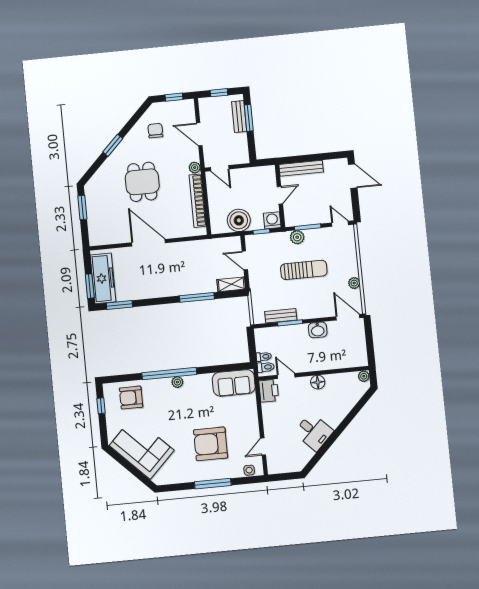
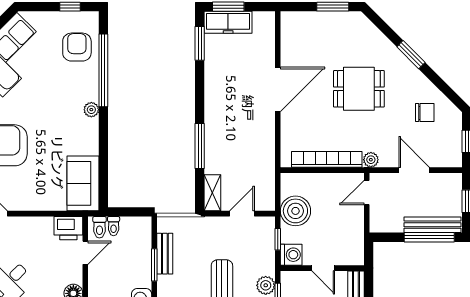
bench: (239, 117) -> (432, 225), width x1.36
window: (249, 118) -> (429, 237), width x1.44
door: (199, 134) -> (414, 170), hinge flipped
freezer: (103, 278) -> (228, 22), width x0.73, depth x0.79
window: (169, 374) -> (103, 70), moved

